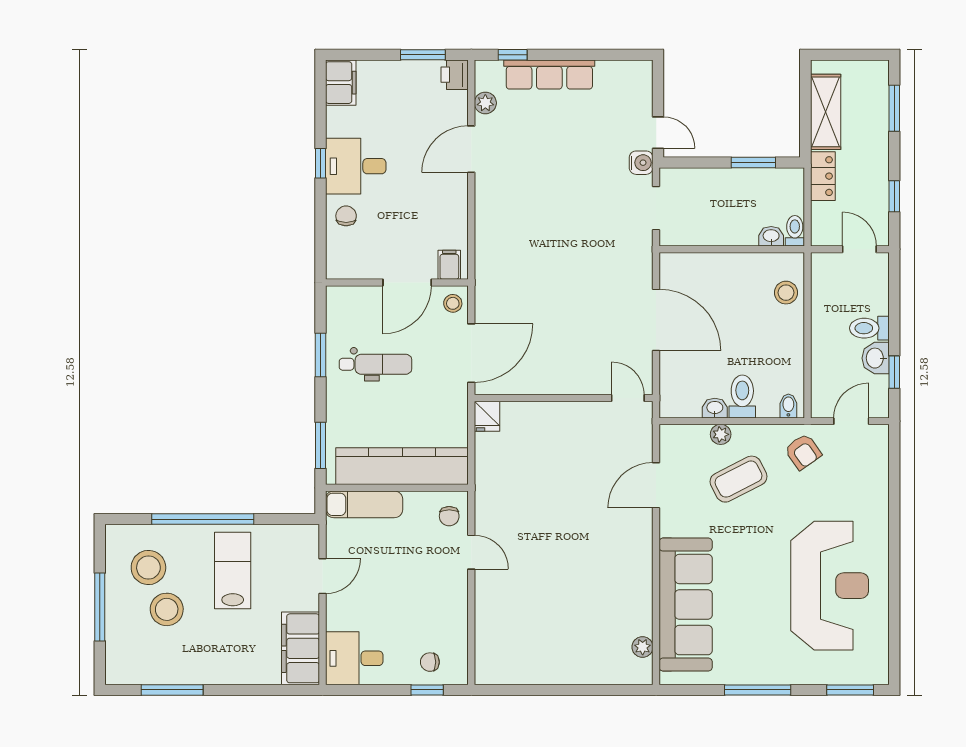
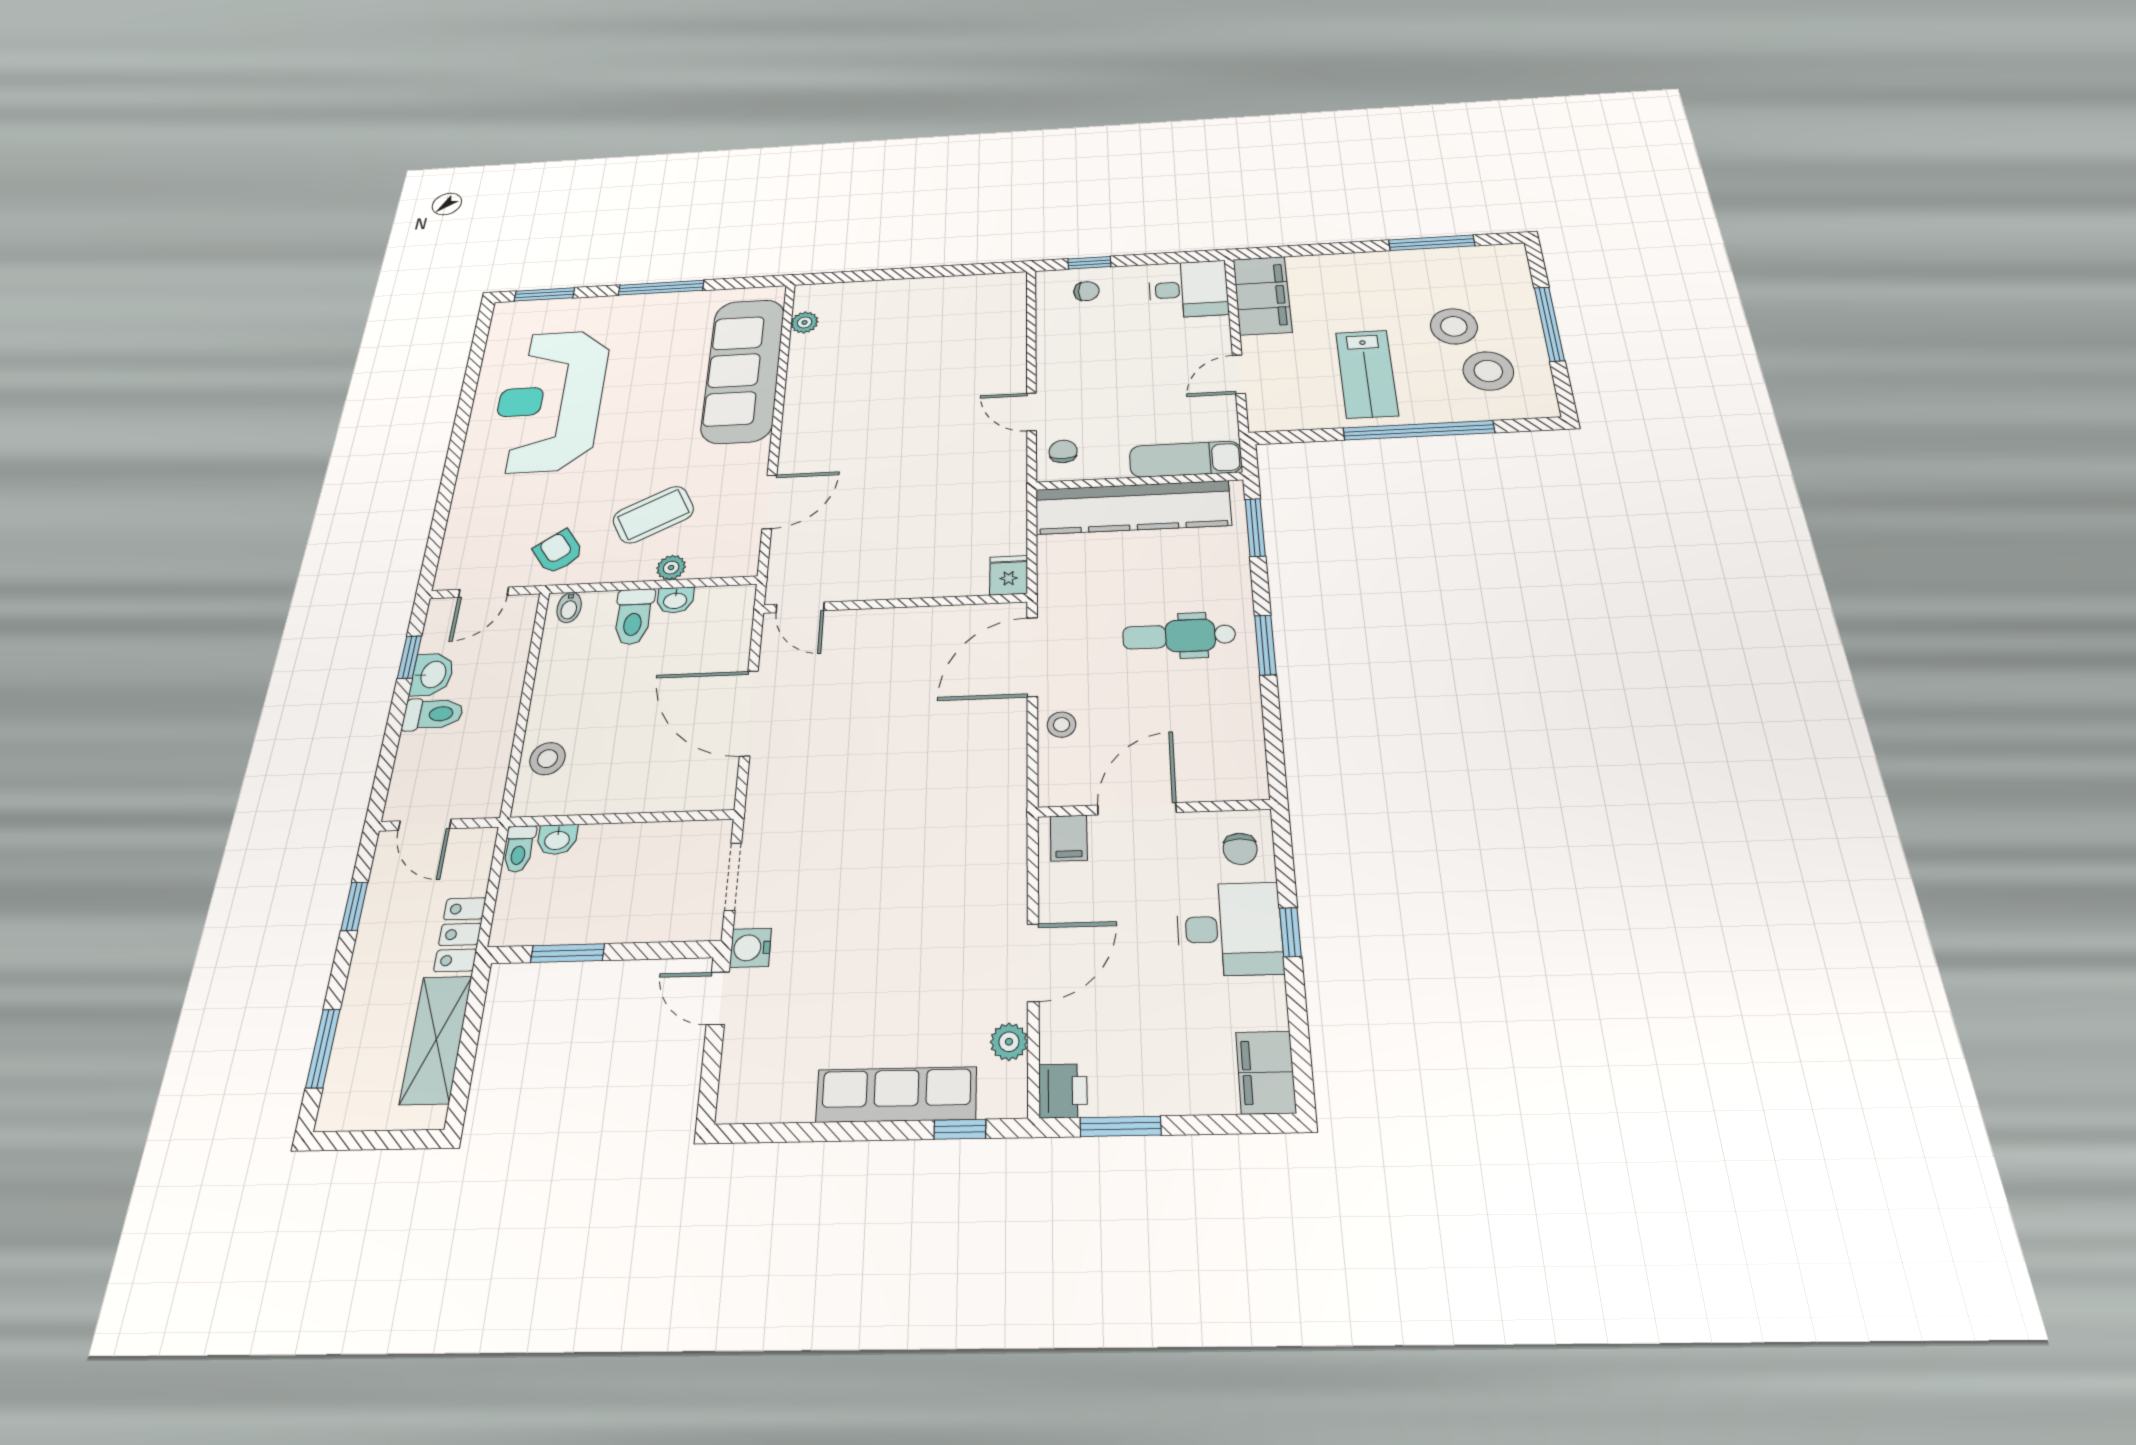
filing cabinet: (449, 265) -> (1069, 838), moved
wall: (397, 283) -> (1154, 808), moved
door: (407, 283) -> (1137, 809), moved

